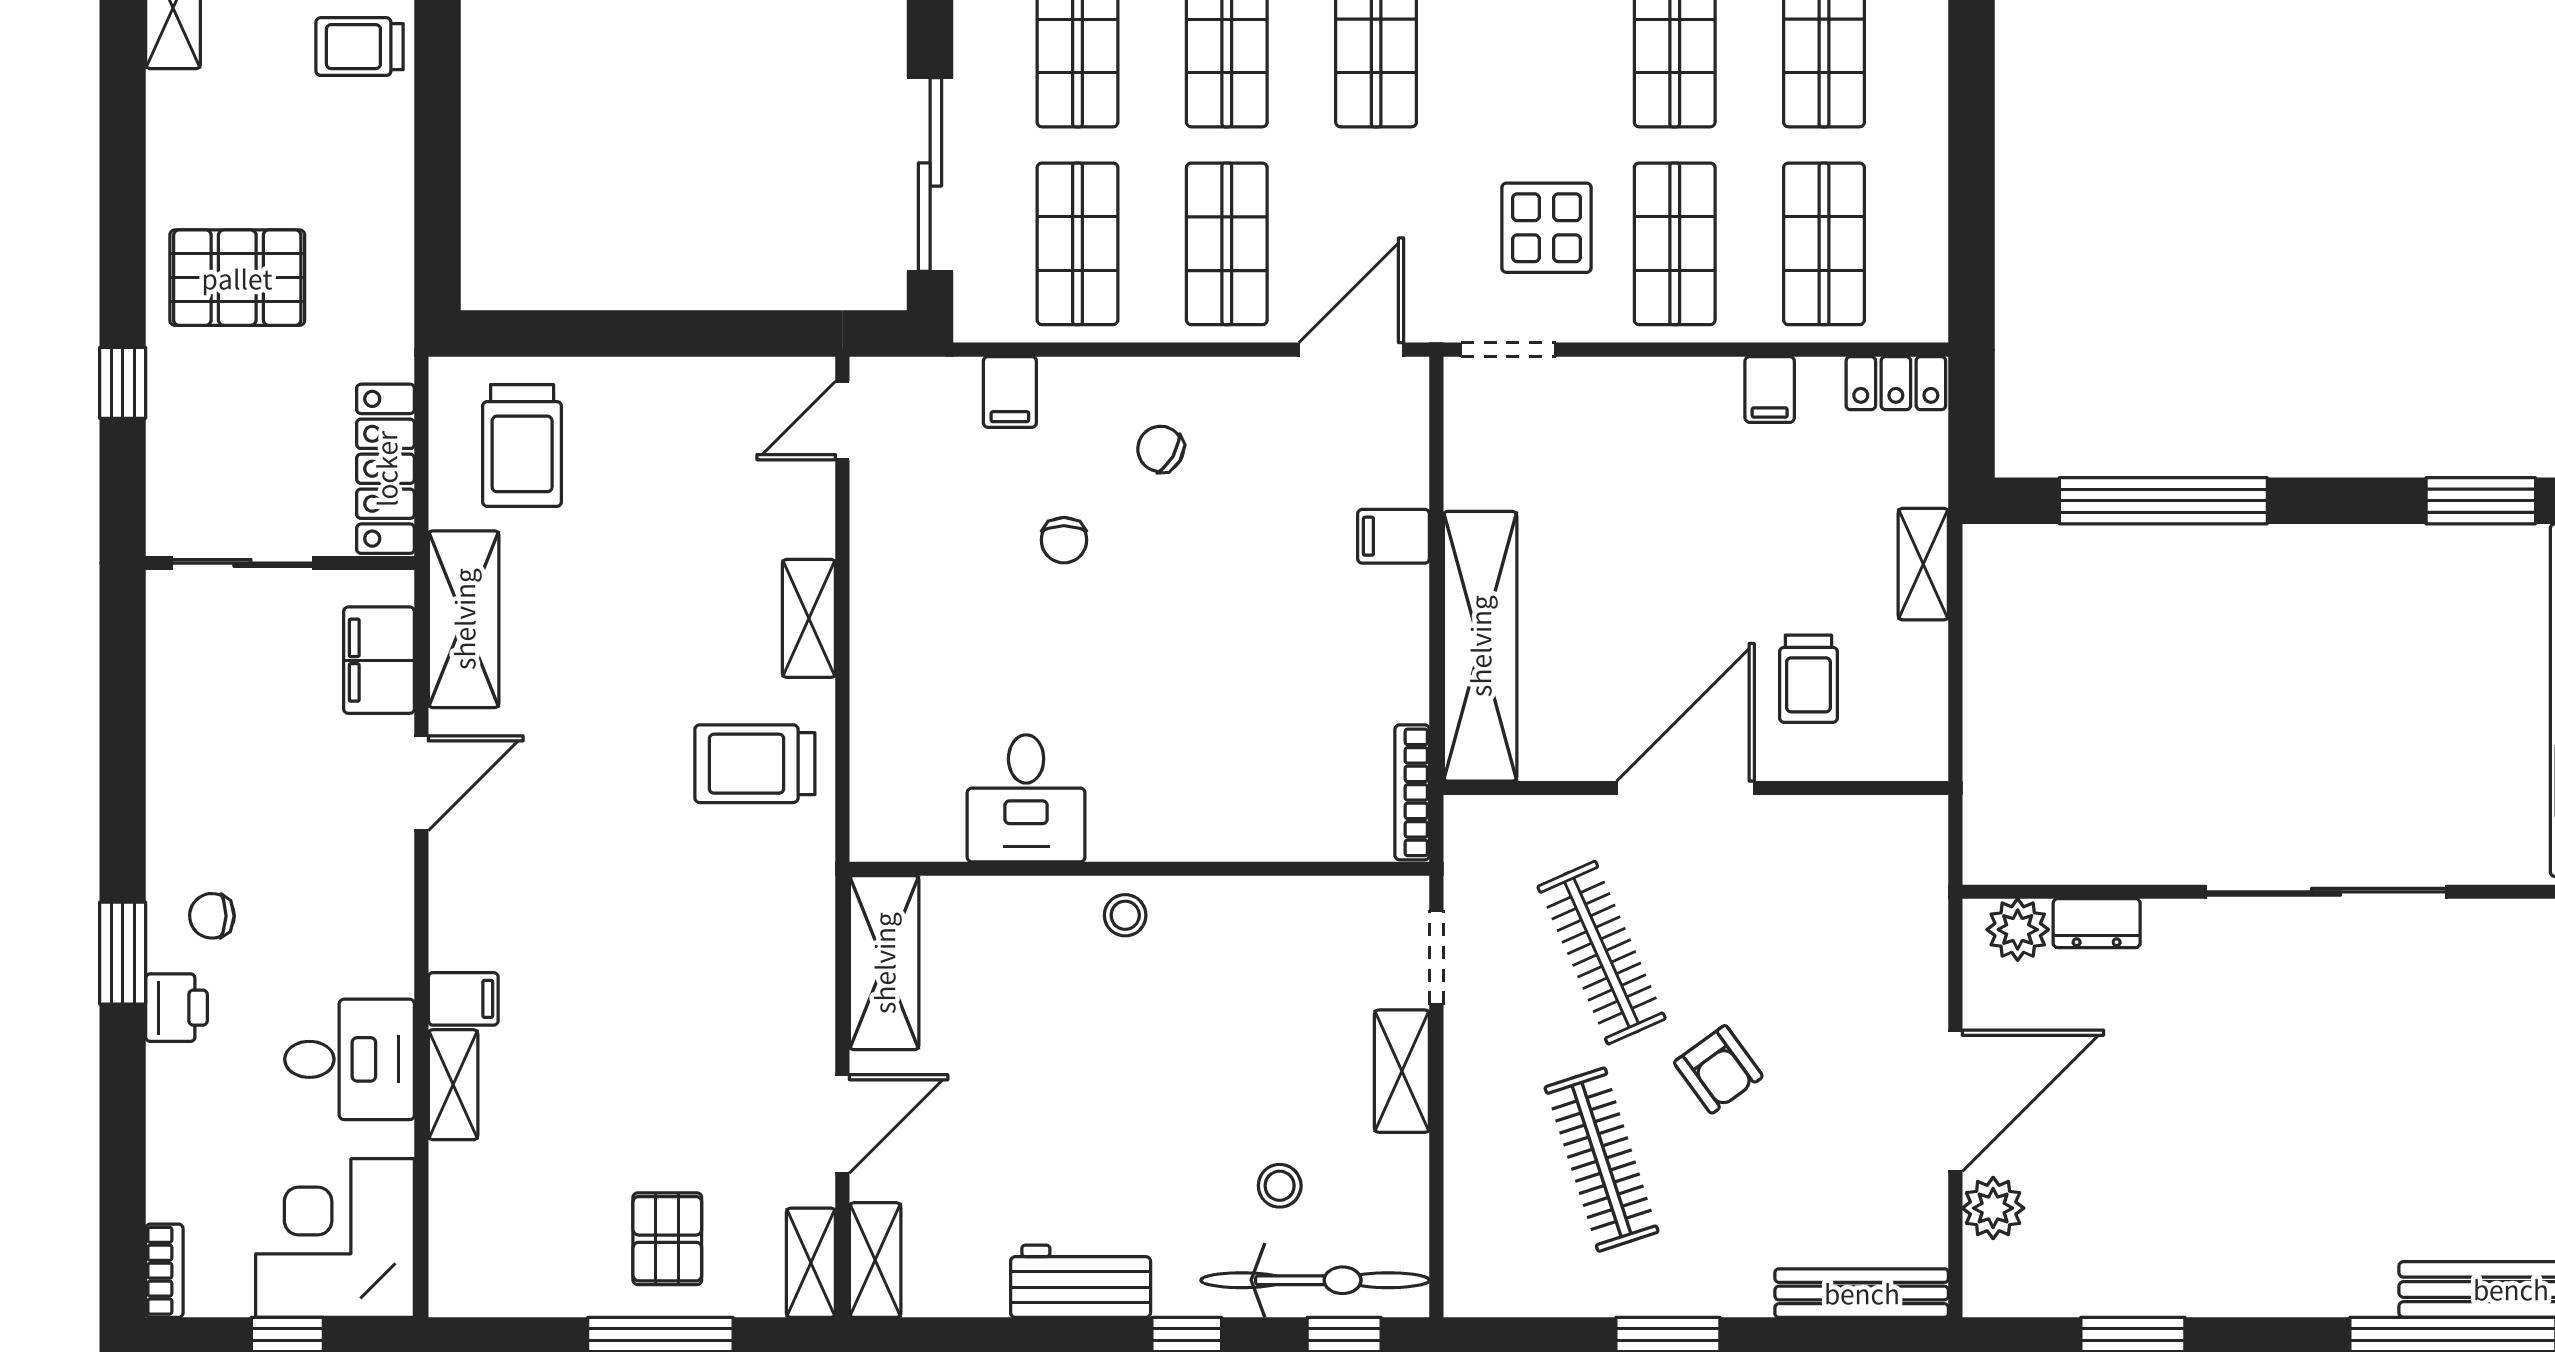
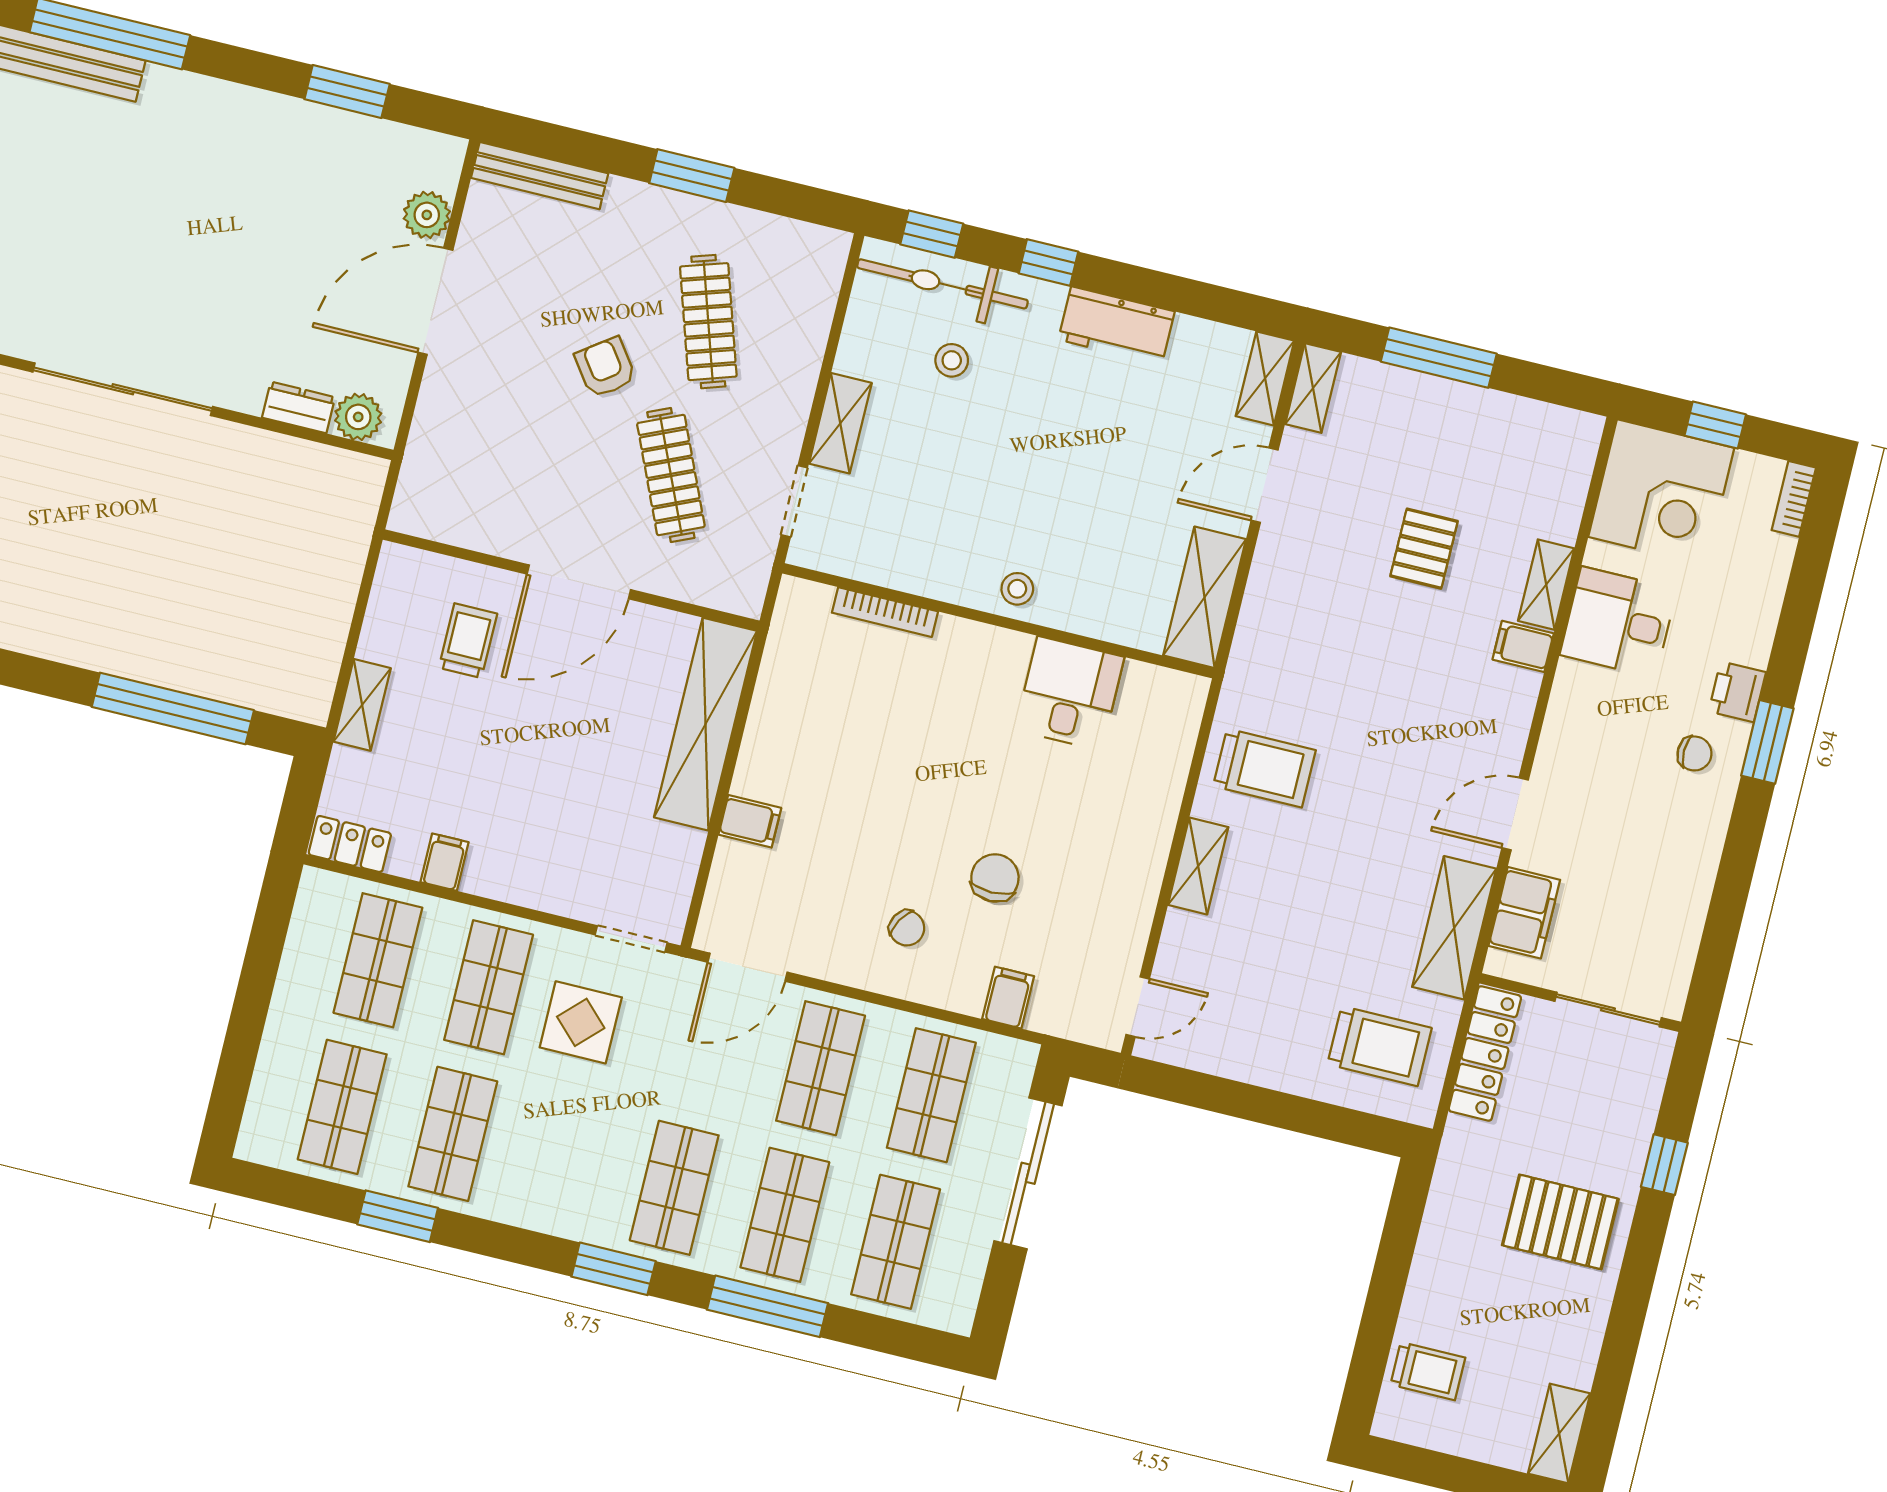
trolley: (522, 445) -> (1379, 1046), turned 90
chair: (1064, 540) -> (995, 878), width x1.37, depth x1.37
bookcase: (1412, 792) -> (885, 612), moved, turned 90
pallet: (667, 1239) -> (1424, 549), moved

